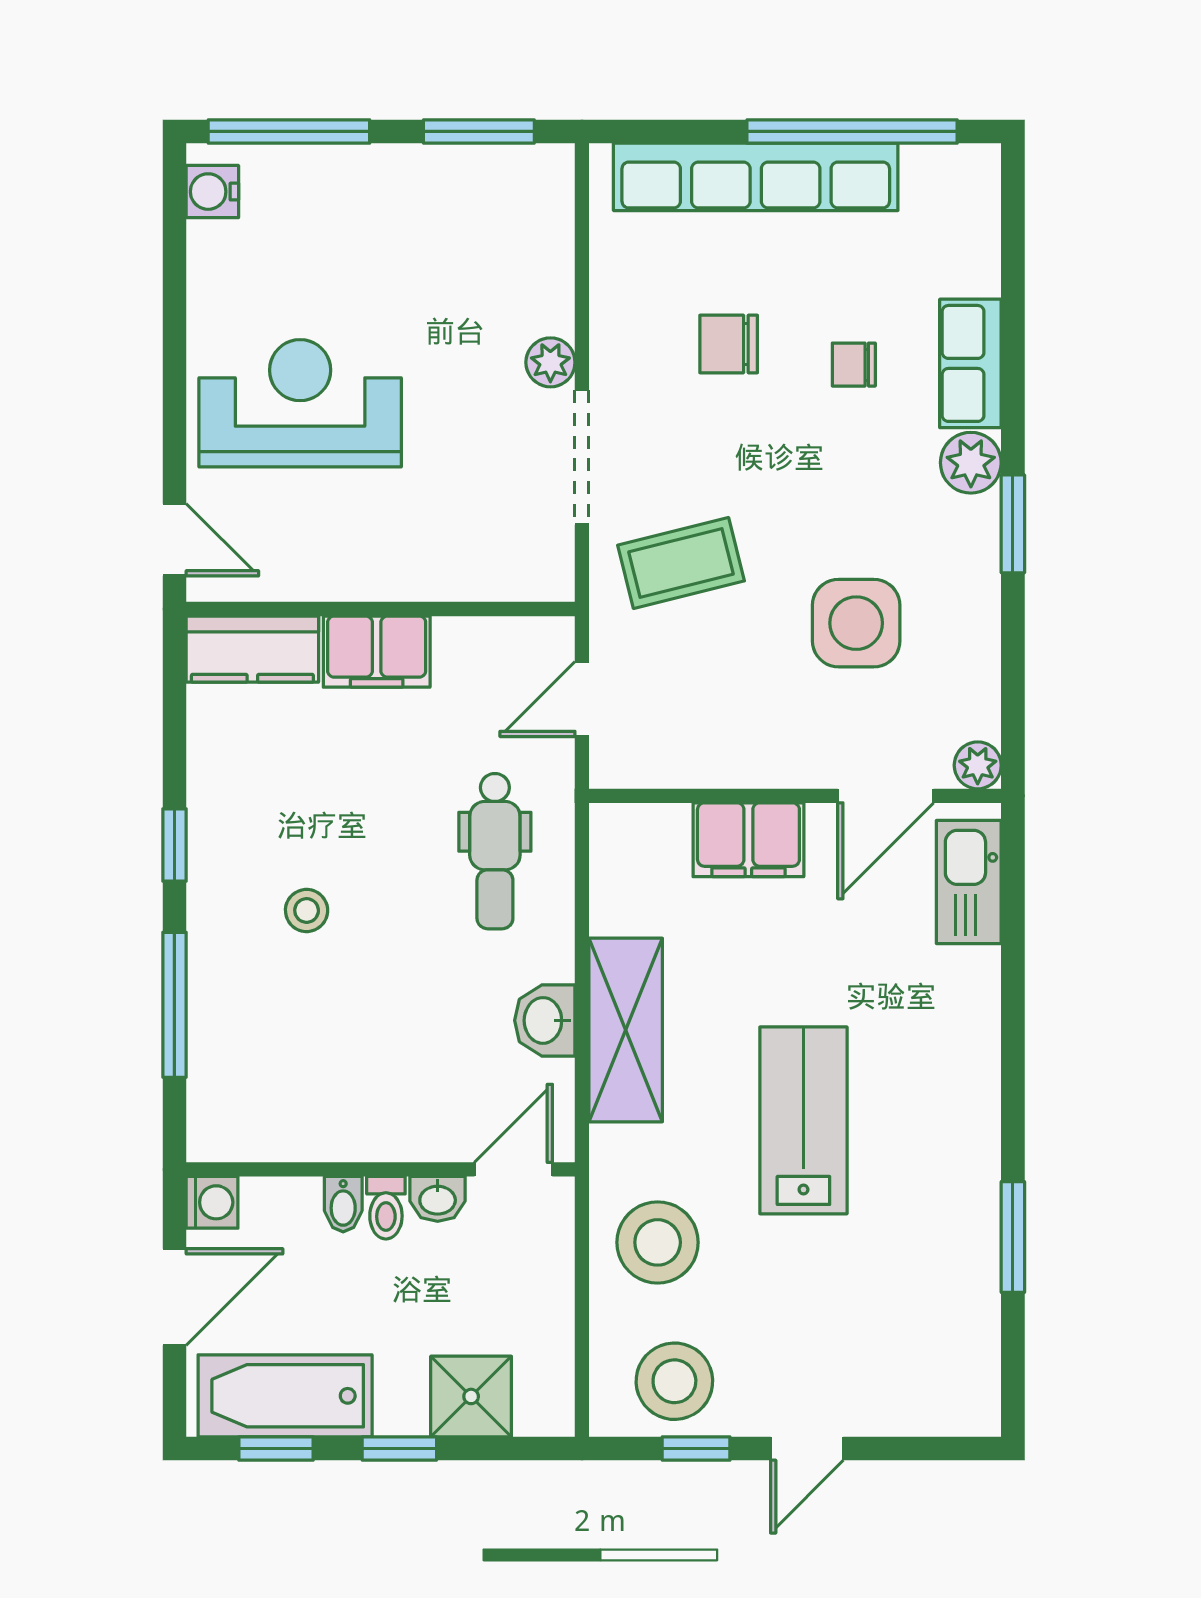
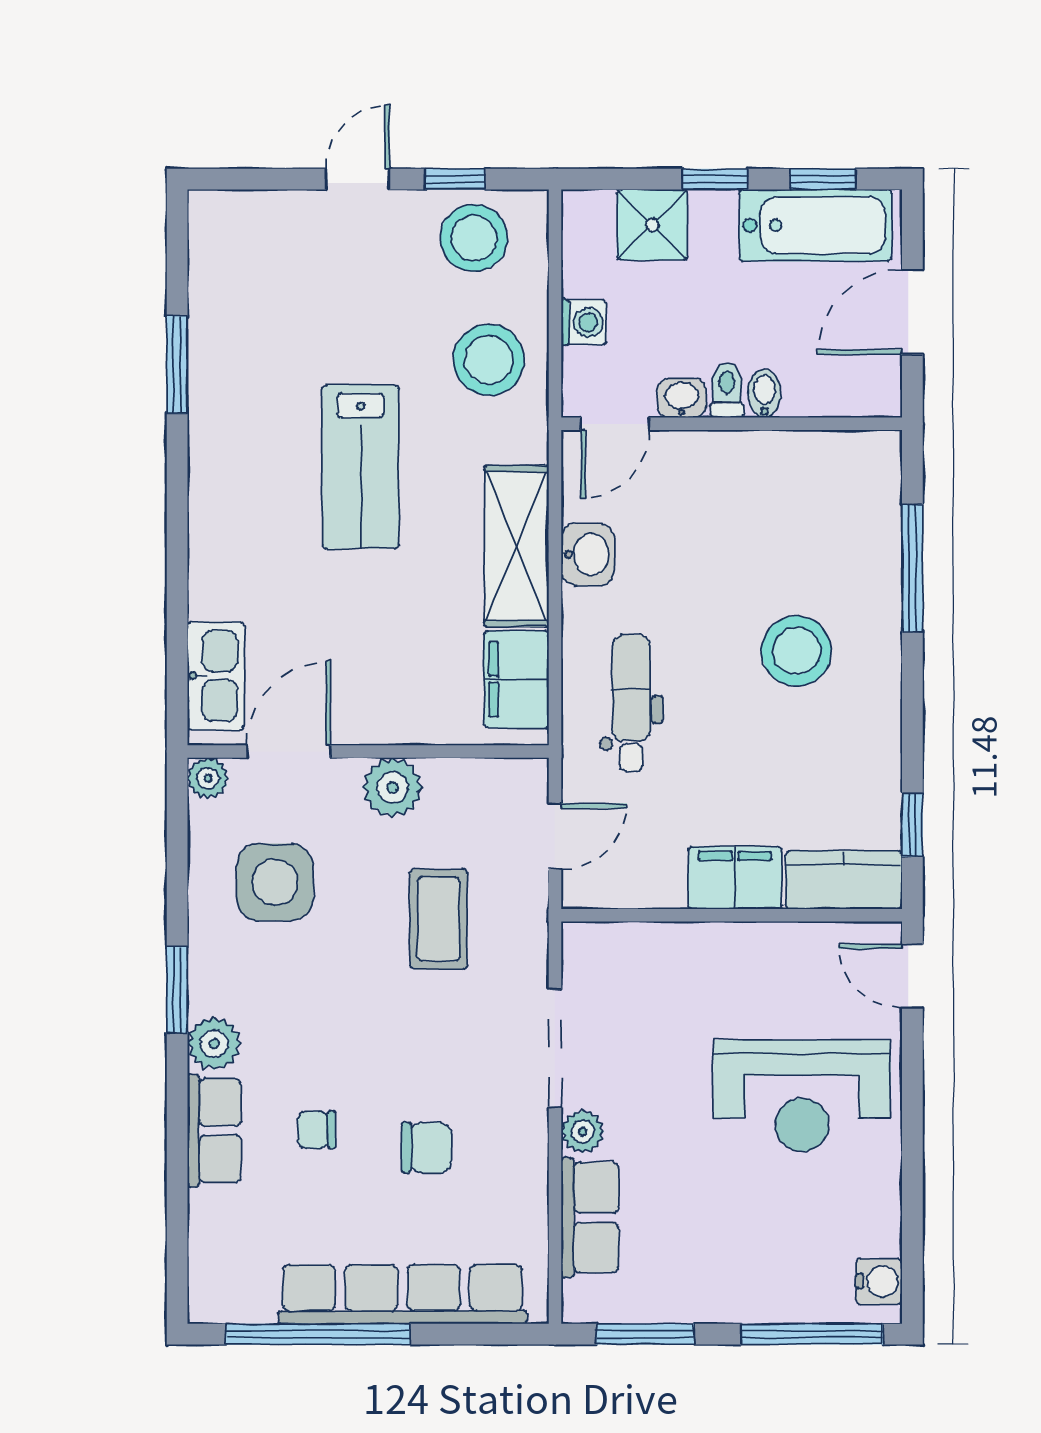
row of seats: (542, 264) -> (590, 1217), added
chair: (854, 365) -> (317, 1130), turned 180
coffee table: (681, 563) -> (439, 919), moved, turned -76
side table: (856, 623) -> (275, 882), moved
plant: (767, 755) -> (393, 788), added
filing cabinet: (748, 840) -> (516, 679), moved, turned -90
window: (174, 845) -> (912, 825), moved
stool: (307, 910) -> (796, 651), width x1.89, depth x1.89
washing machine: (212, 1202) -> (584, 323), moved, turned 180

